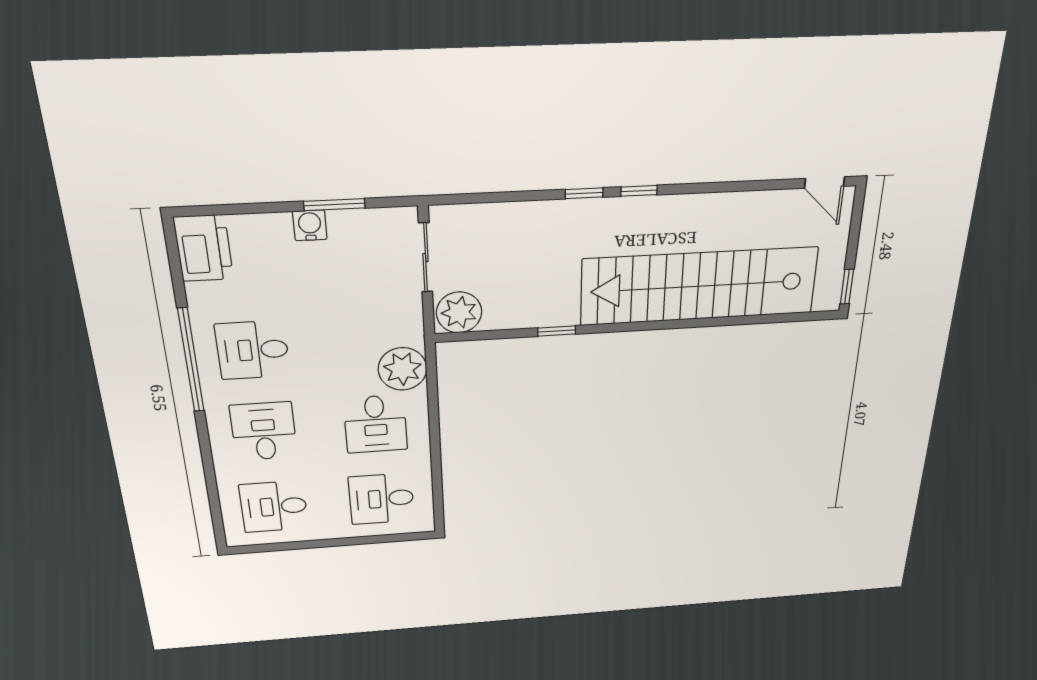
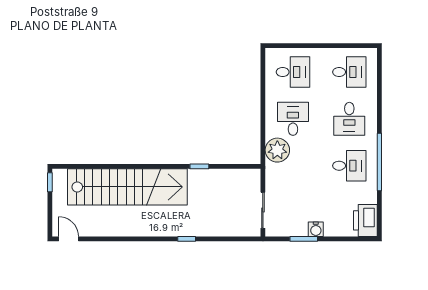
window: (639, 191) -> (160, 239), removed
plant: (459, 312) -> (248, 180), removed

